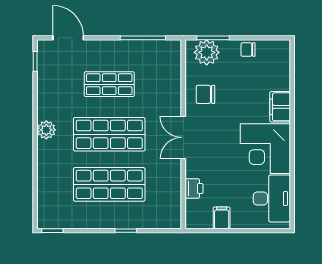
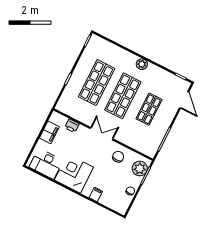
door: (68, 38) -> (184, 100), hinge flipped
filing cabinet: (280, 107) -> (96, 195), width x0.50
filing cabinet: (222, 218) -> (49, 132), width x2.00

